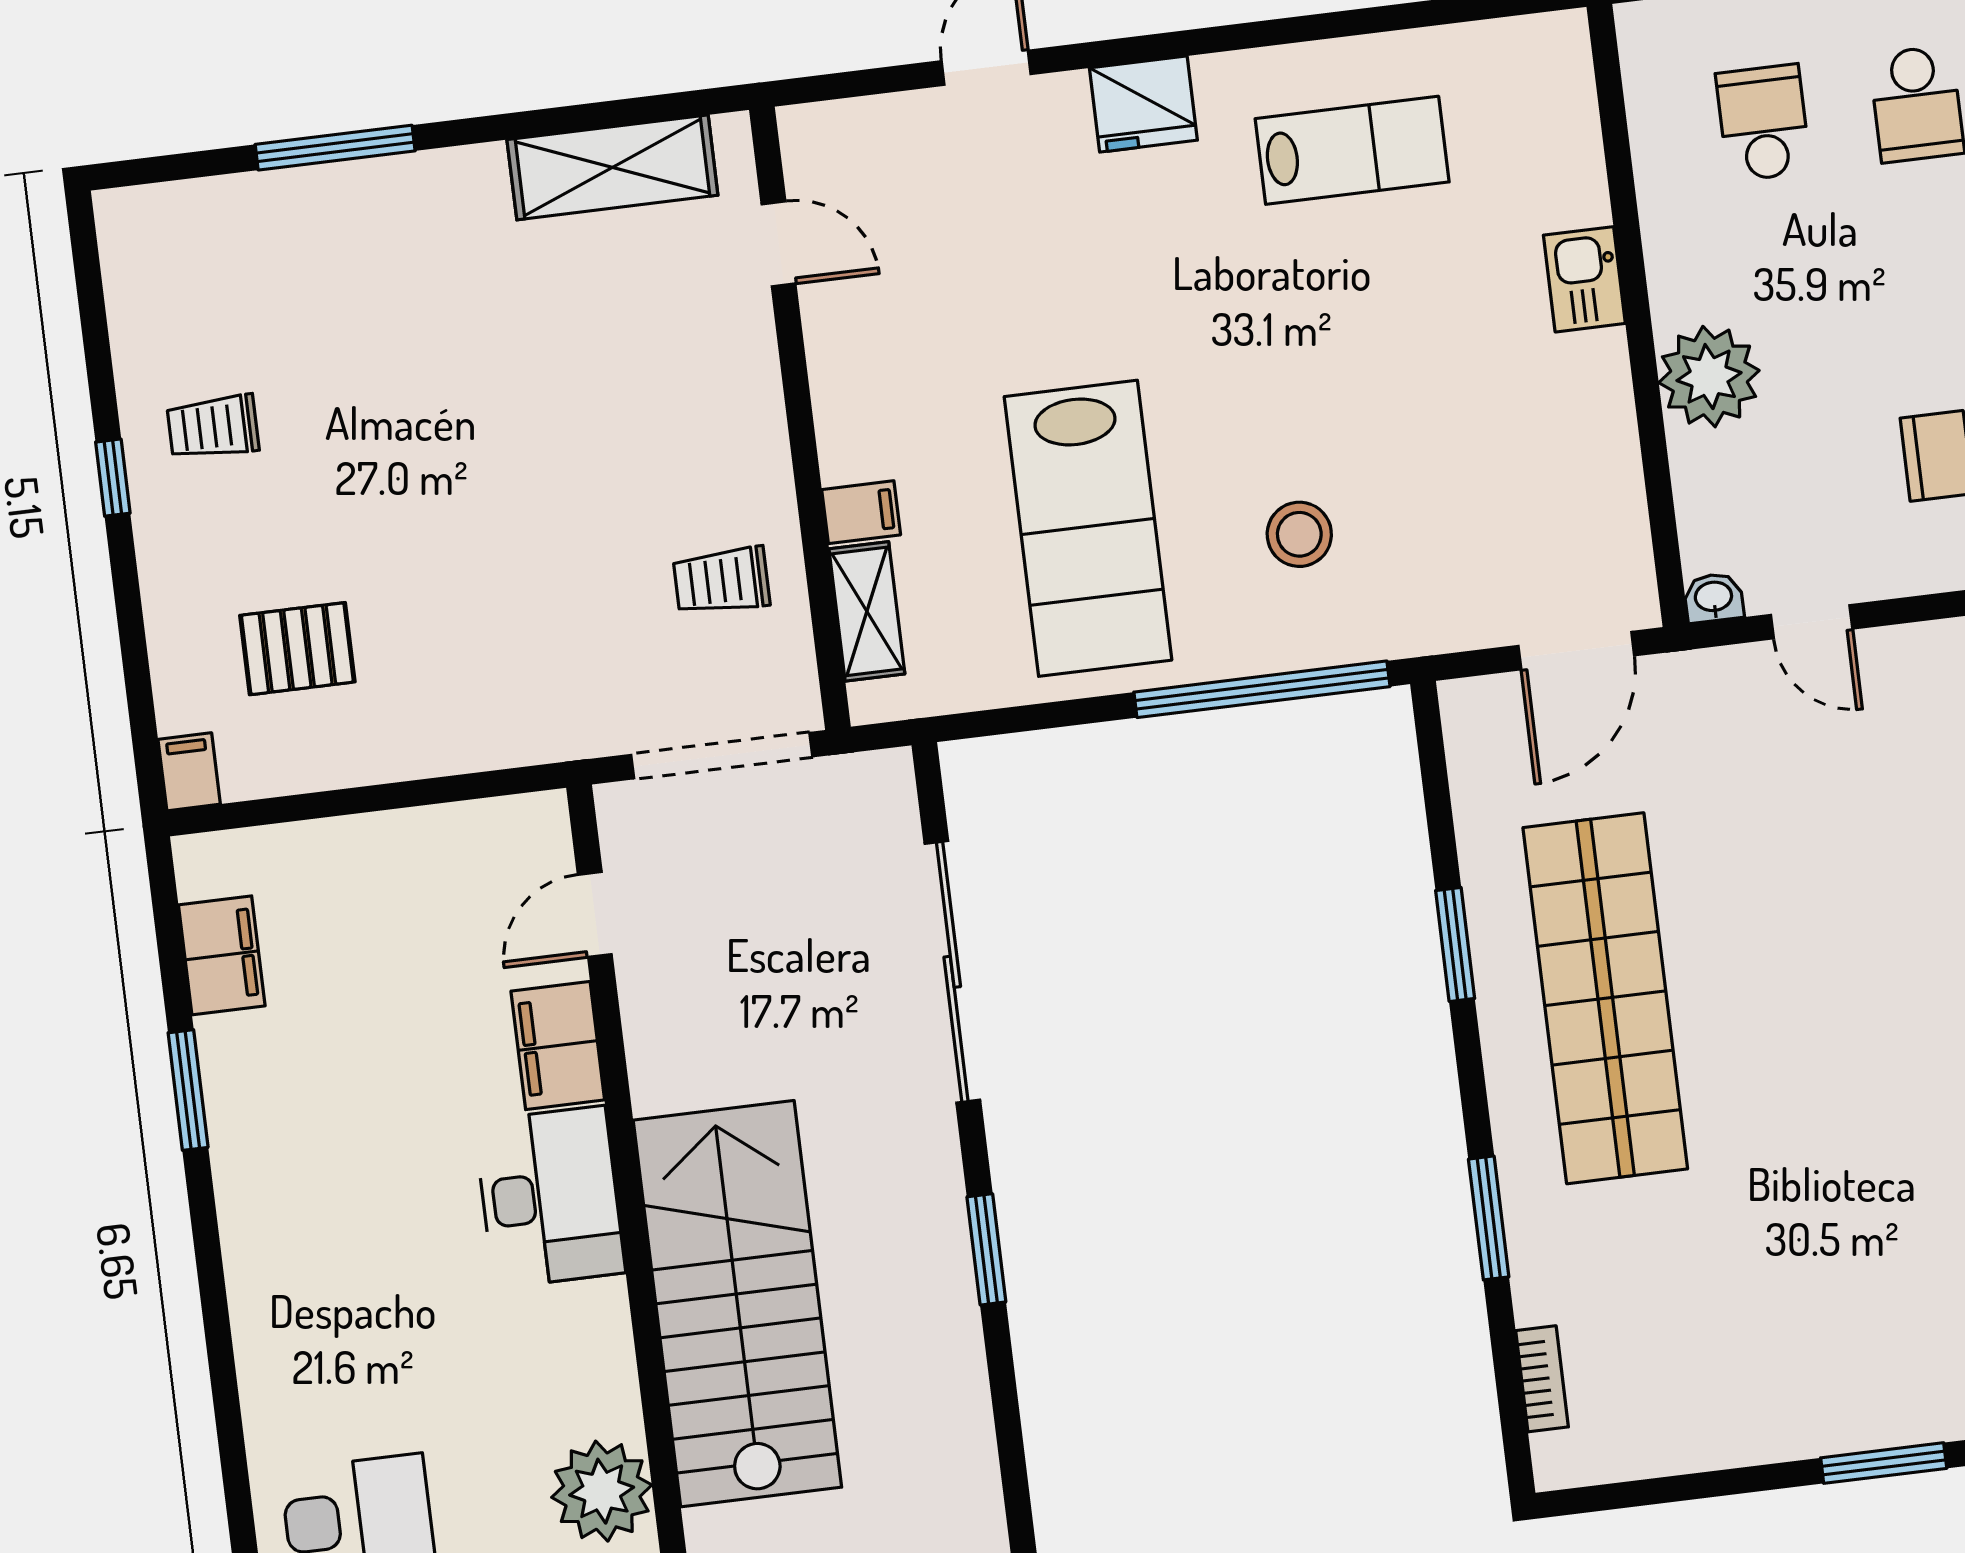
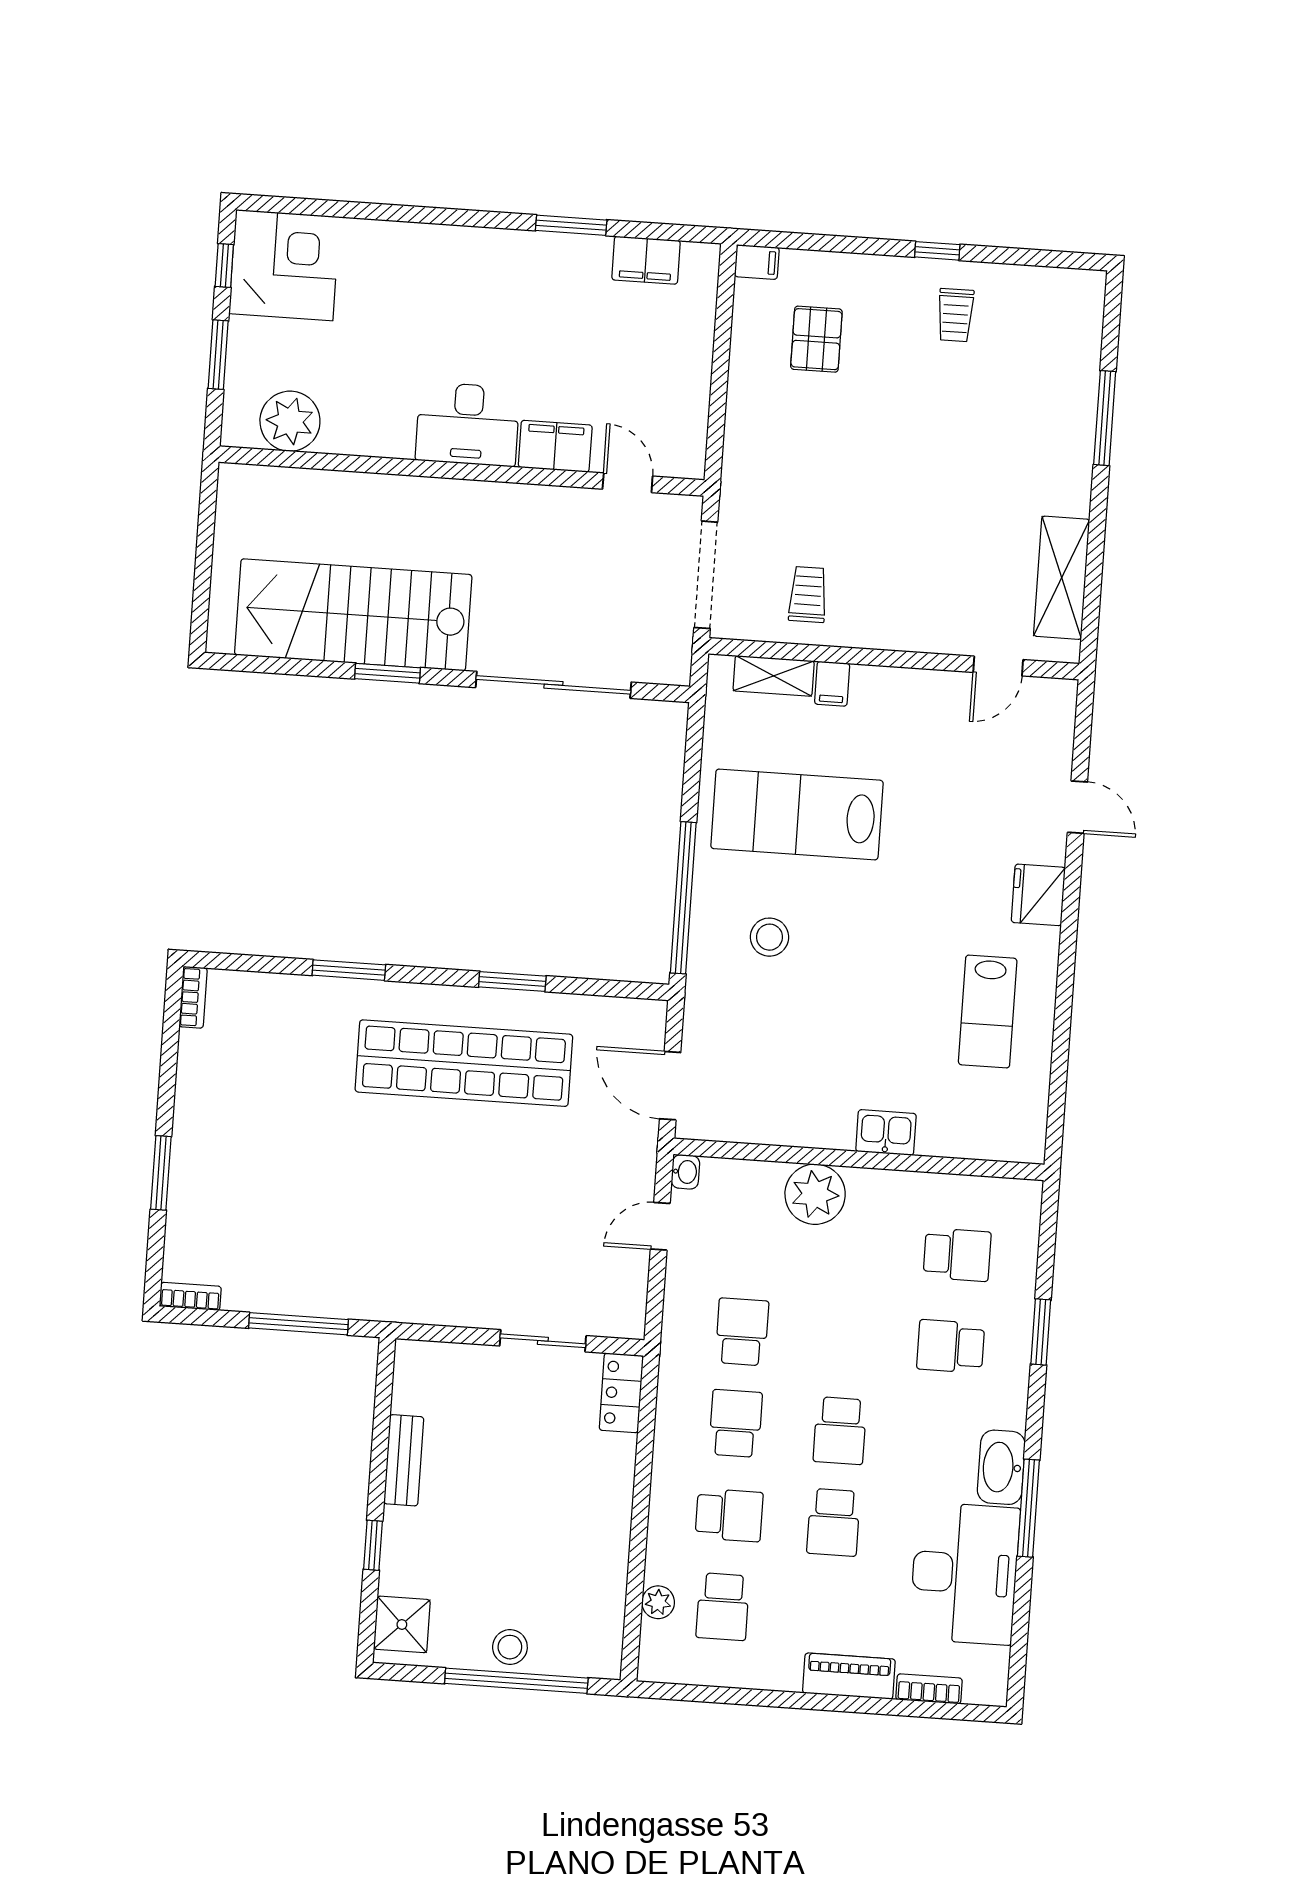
trolley: (213, 427) -> (955, 315), turned 180
stairs: (737, 1304) -> (353, 615), moved, turned 180
bookcase: (1542, 1379) -> (193, 997), moved, turned -90

